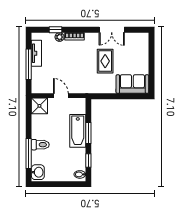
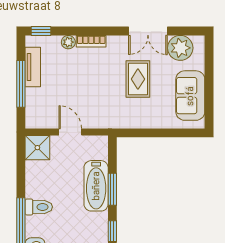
window: (56, 30) -> (41, 31), moved
plant: (133, 41) -> (180, 48), added
sofa: (132, 84) -> (190, 96), moved, turned -90

